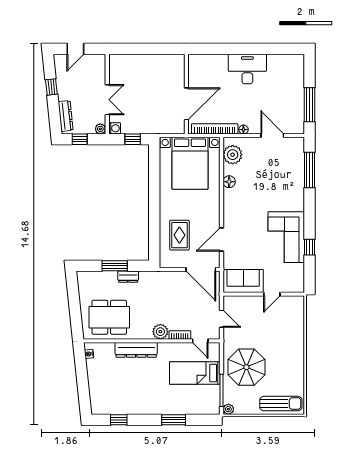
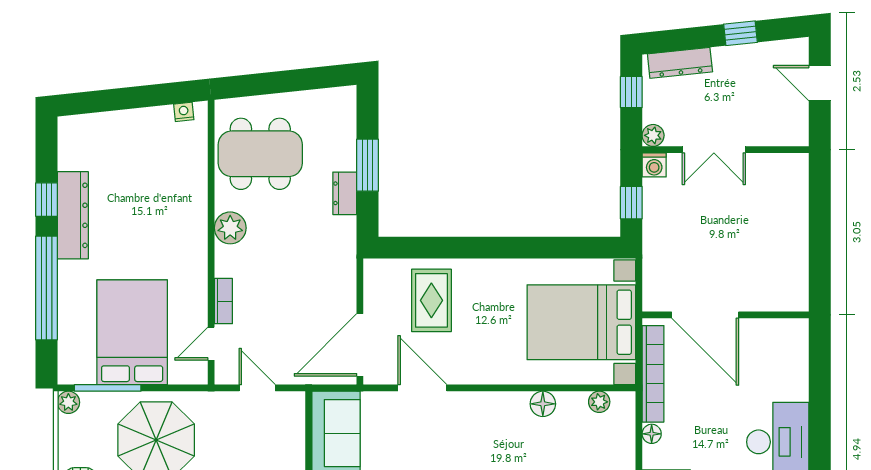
plant: (233, 155) -> (599, 402), width x0.53, depth x0.53
rug: (179, 235) -> (431, 300), turned 90
dining table: (109, 317) -> (260, 154), turned 90
door: (221, 319) -> (257, 388), swing flipped
plant: (160, 332) -> (230, 228), moved
dresser: (136, 350) -> (73, 215), moved, turned 180
bed: (195, 373) -> (132, 332), width x1.50
window: (119, 420) -> (46, 200), moved
window: (174, 420) -> (46, 288), width x2.11

